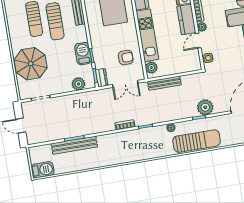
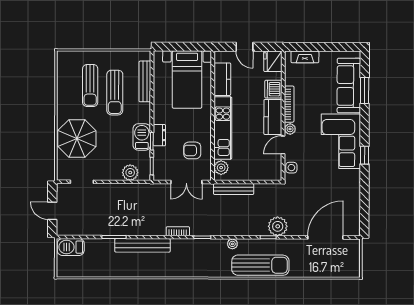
armchair: (126, 58) -> (192, 150), turned 180
dresser: (102, 78) -> (159, 135), moved
bench: (74, 145) -> (142, 245), moved
barbecue: (43, 170) -> (71, 247), moved, turned 180

